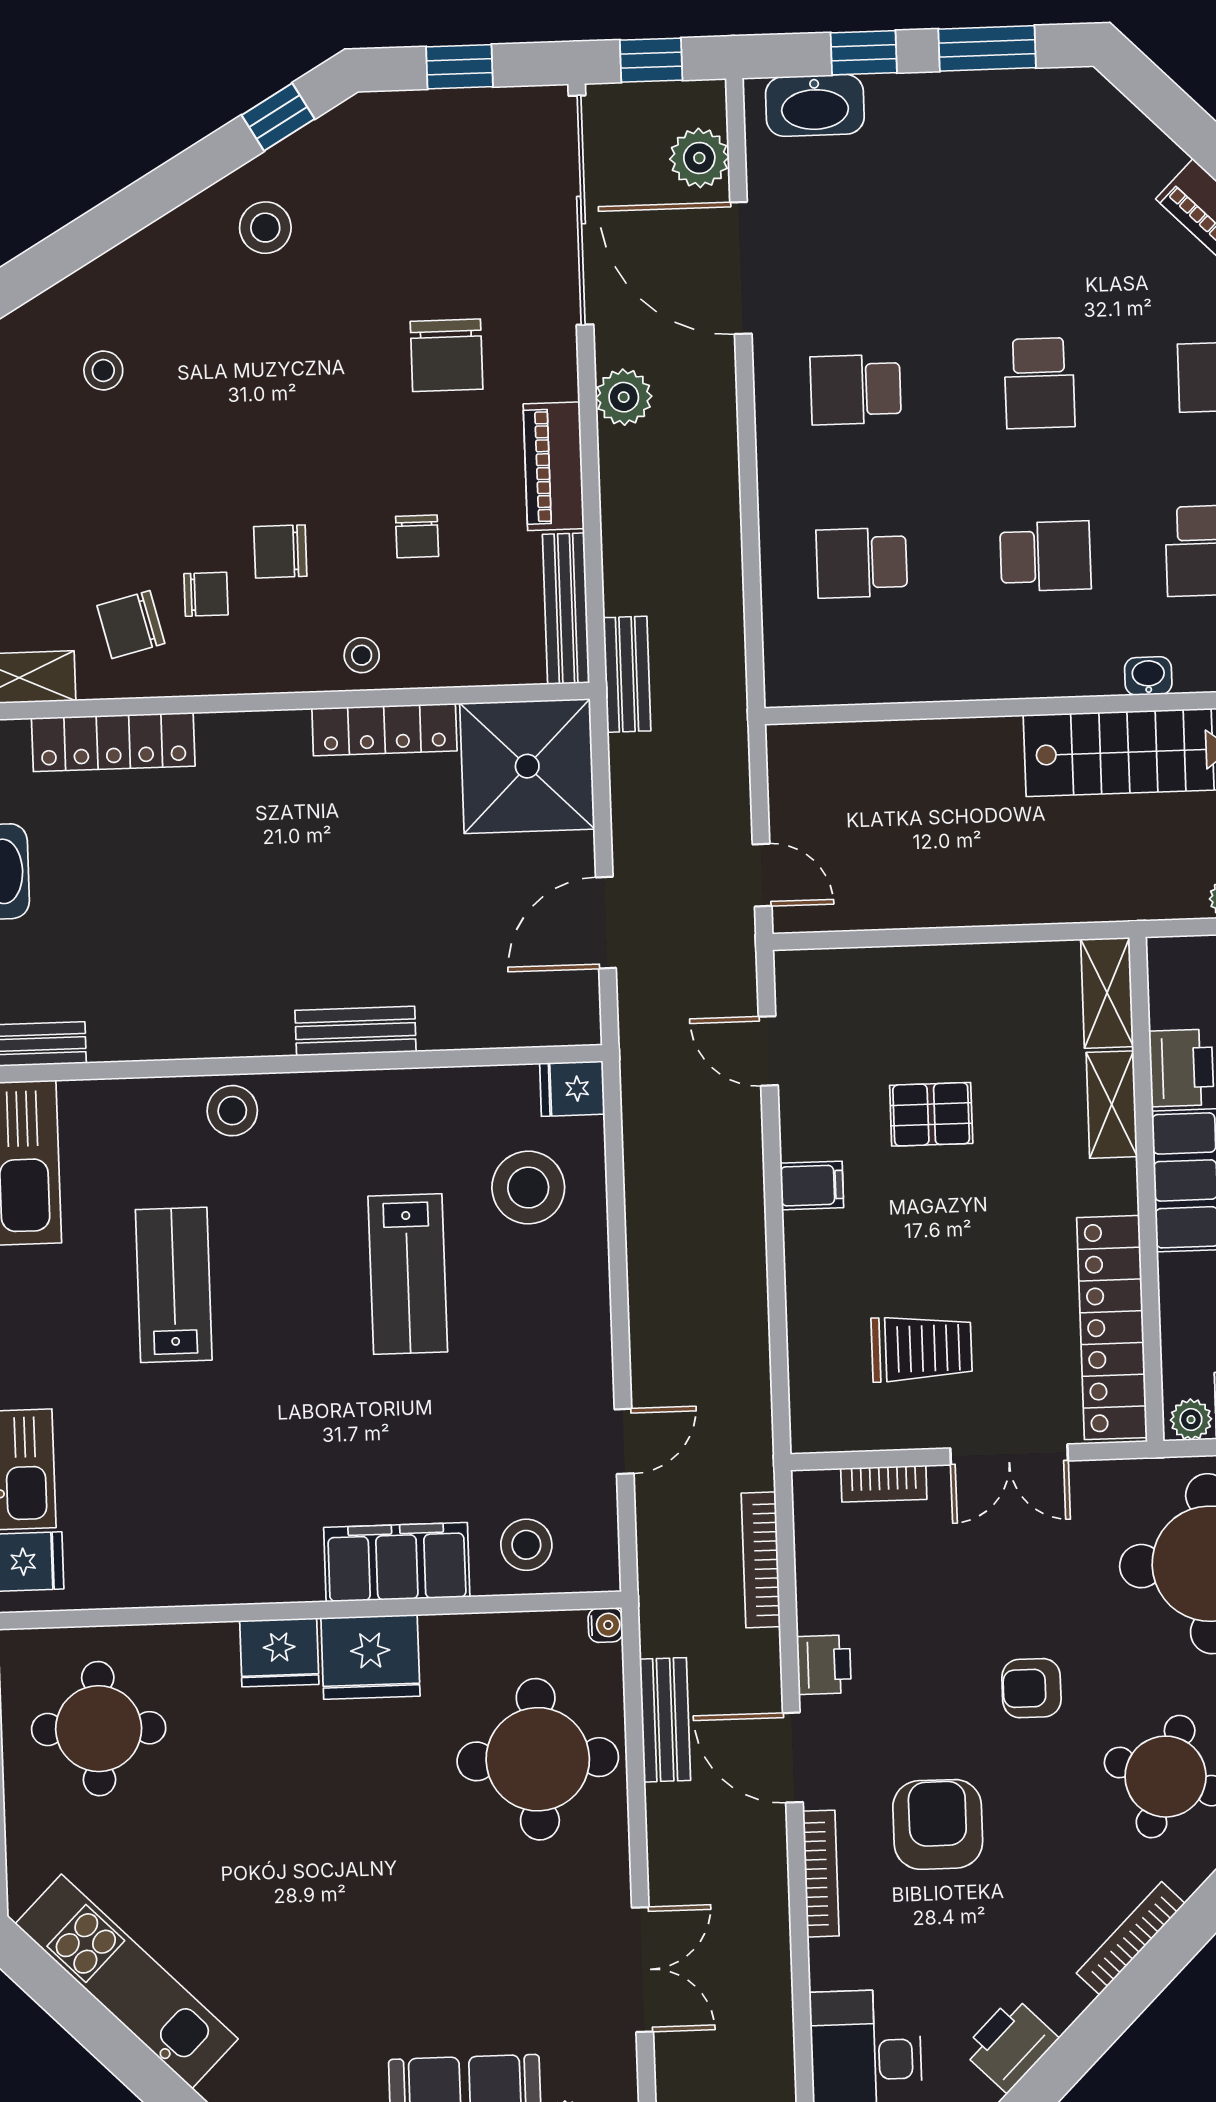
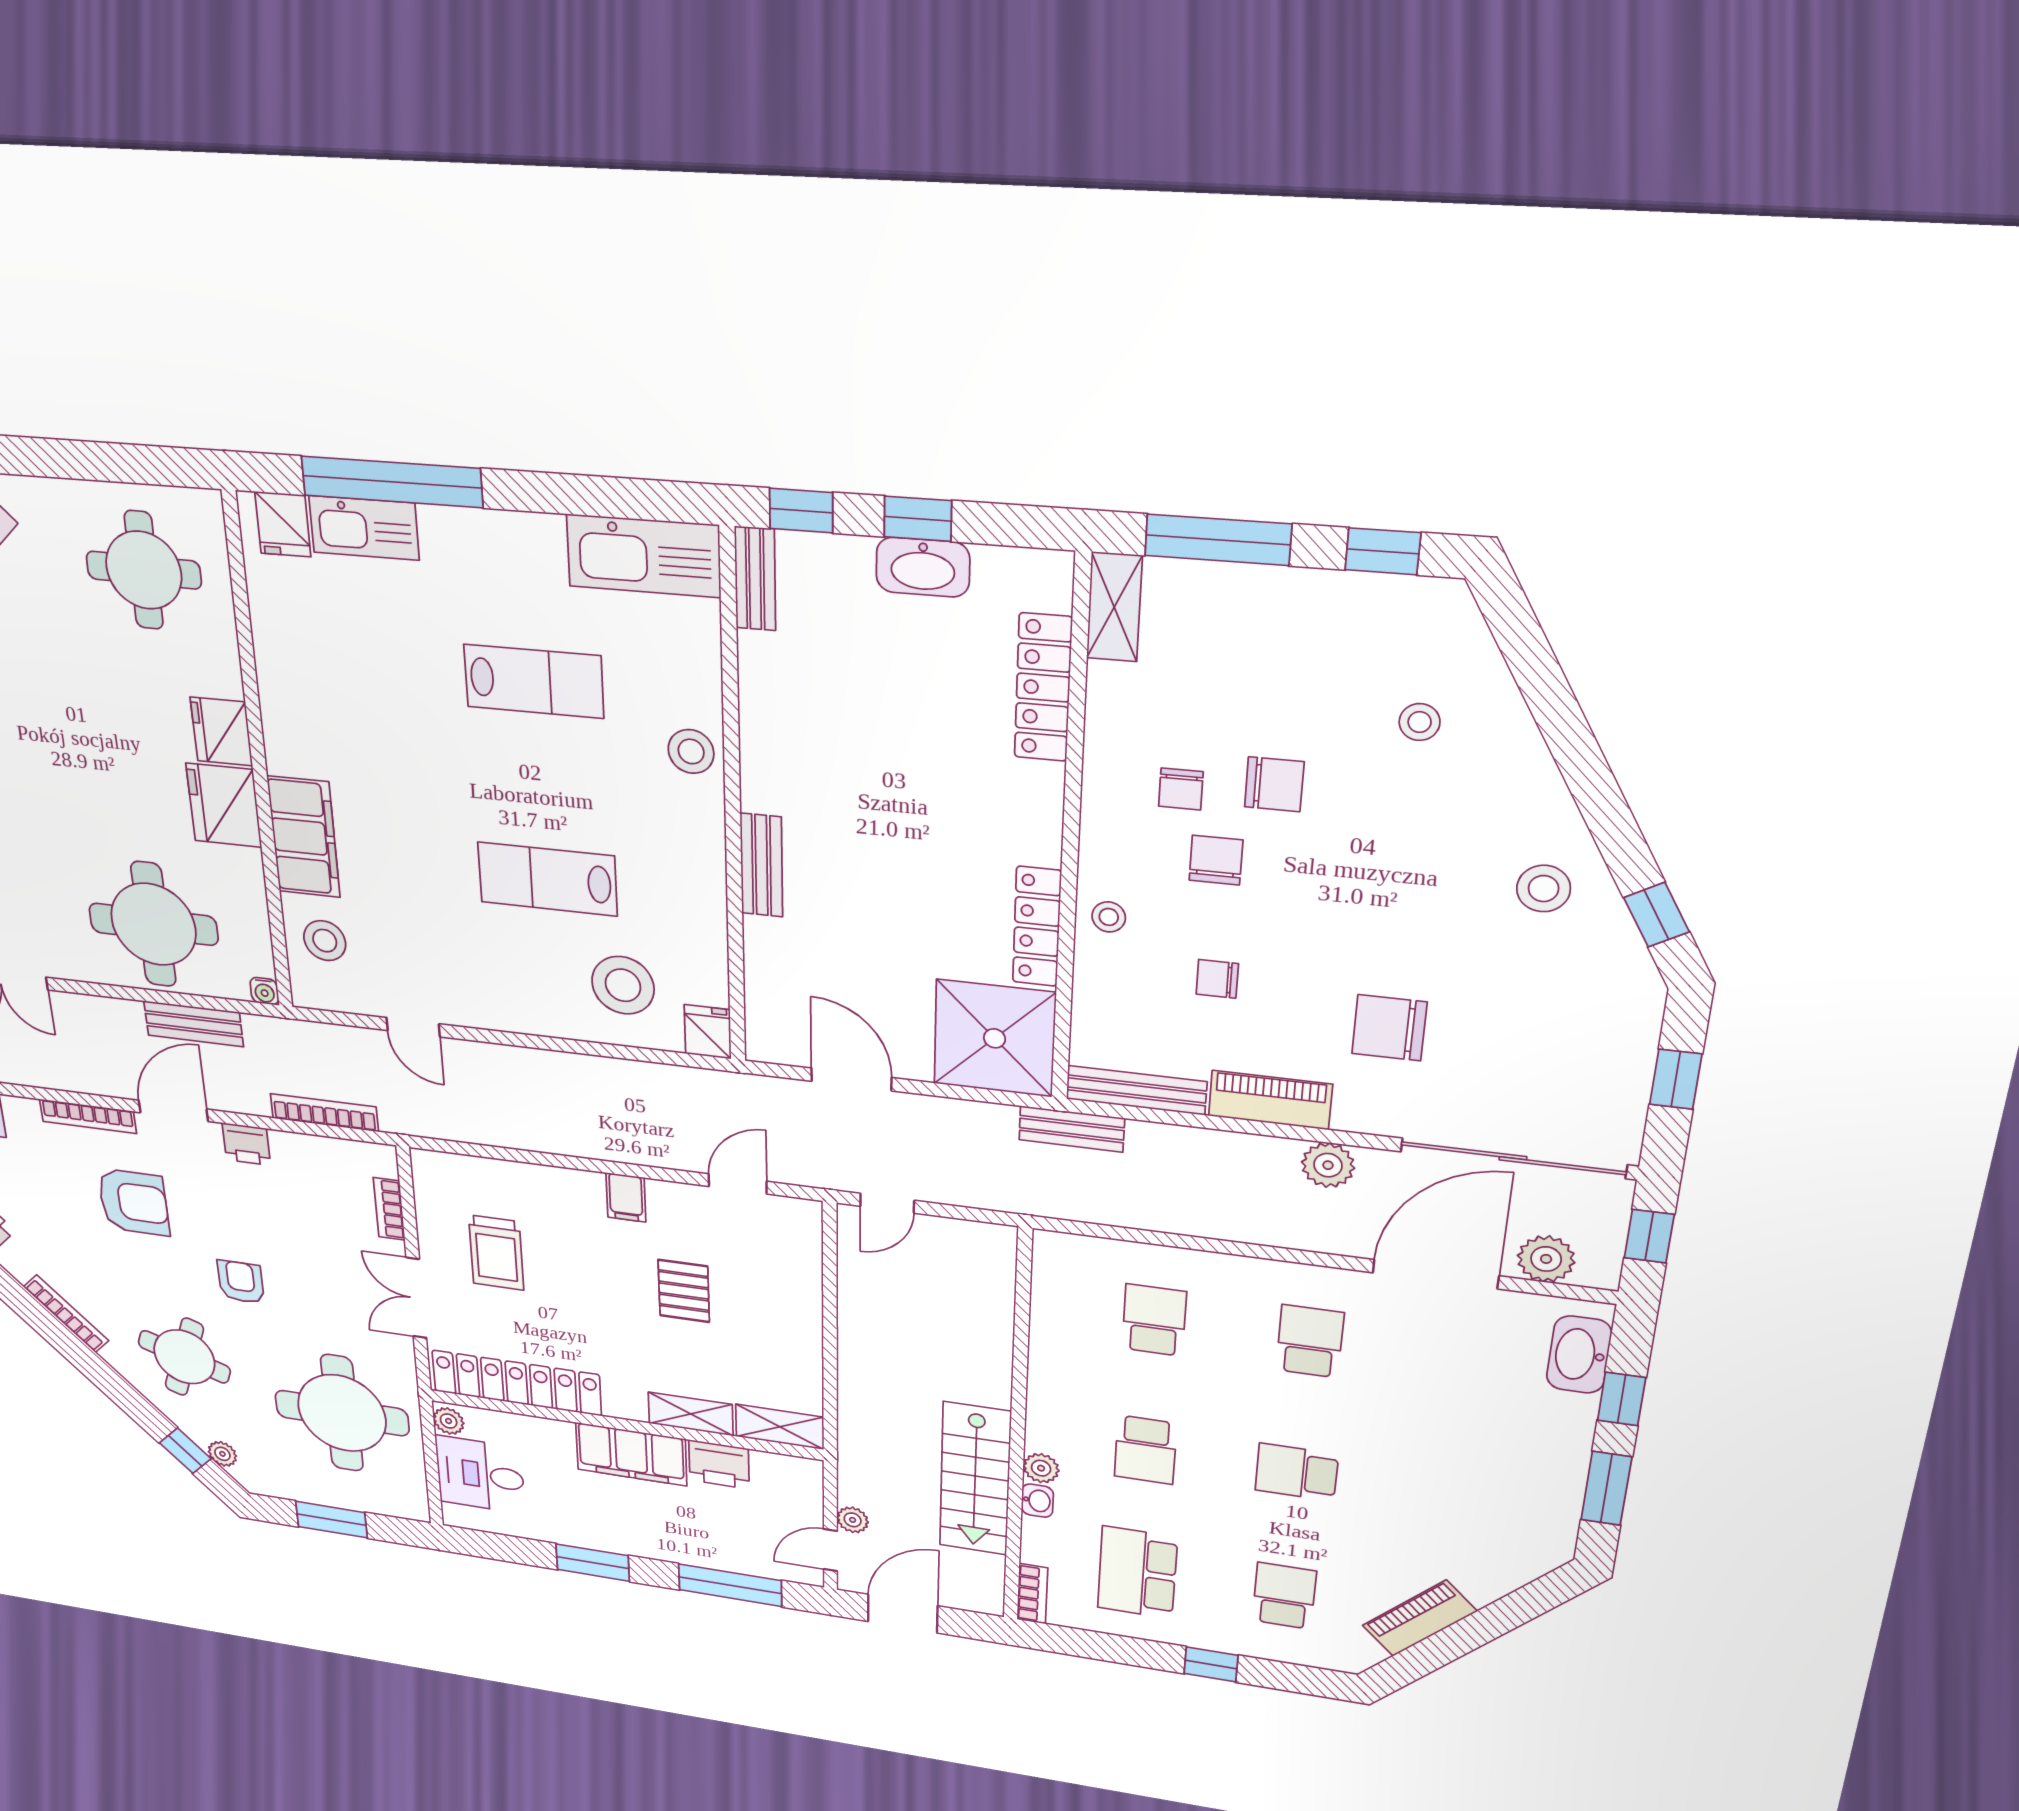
chair: (131, 625) -> (1274, 784), moved, turned 104
plant: (1099, 675) -> (1041, 1468), added

